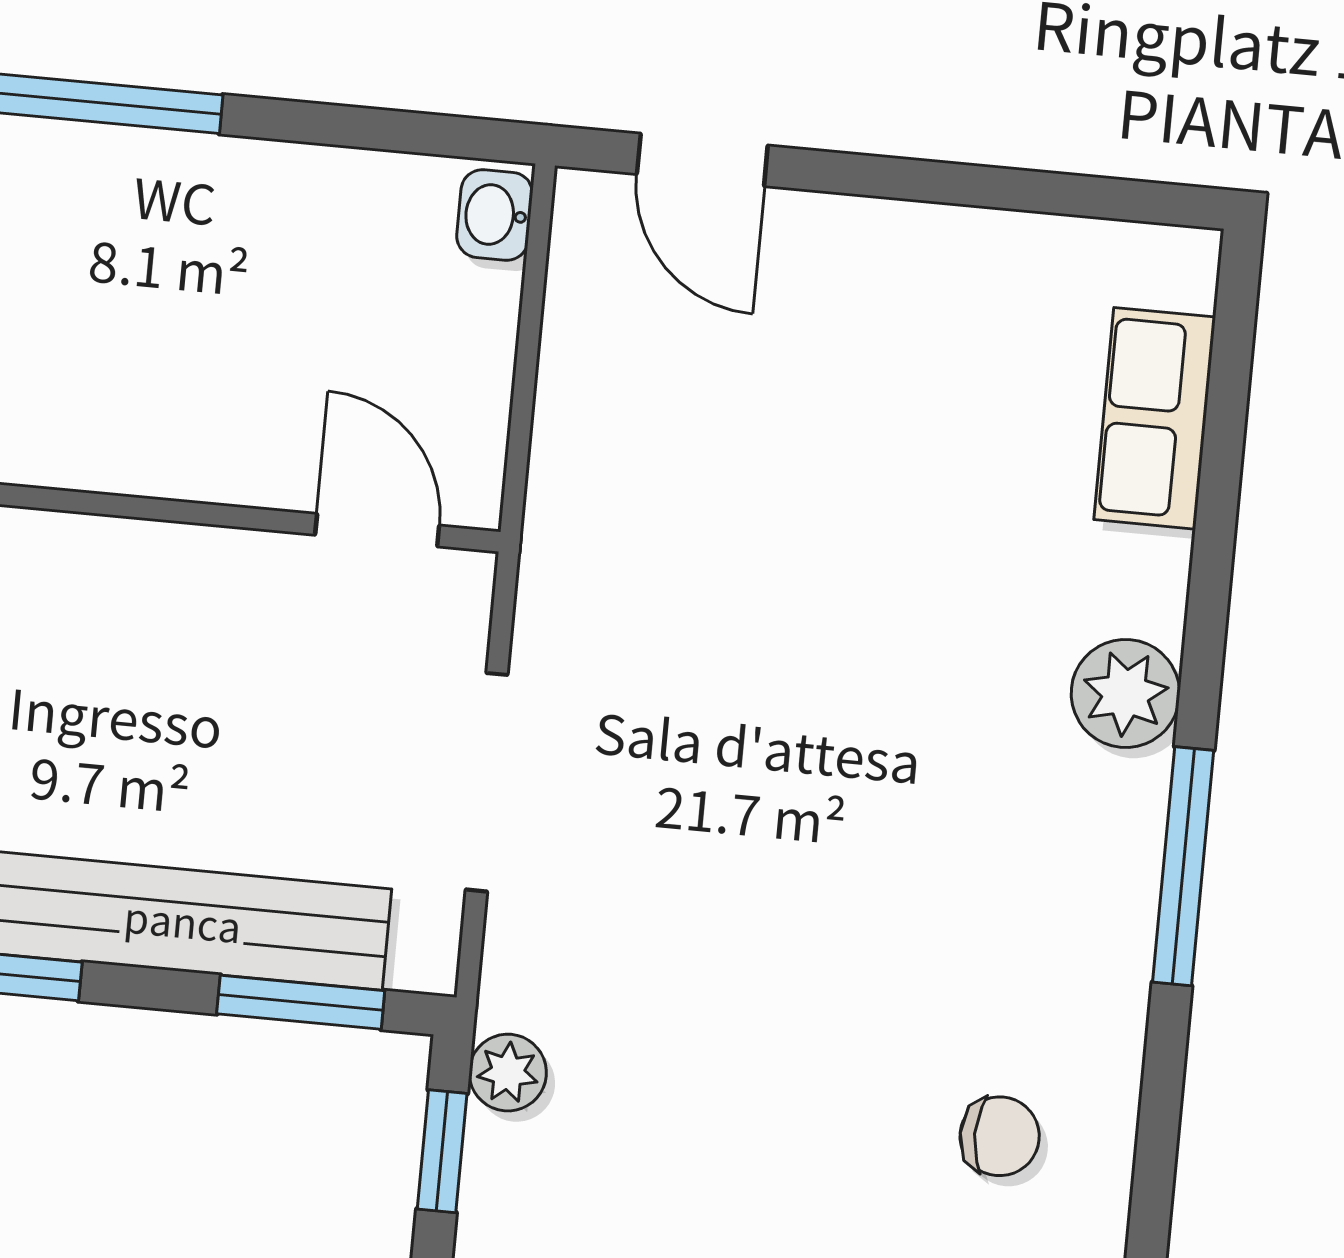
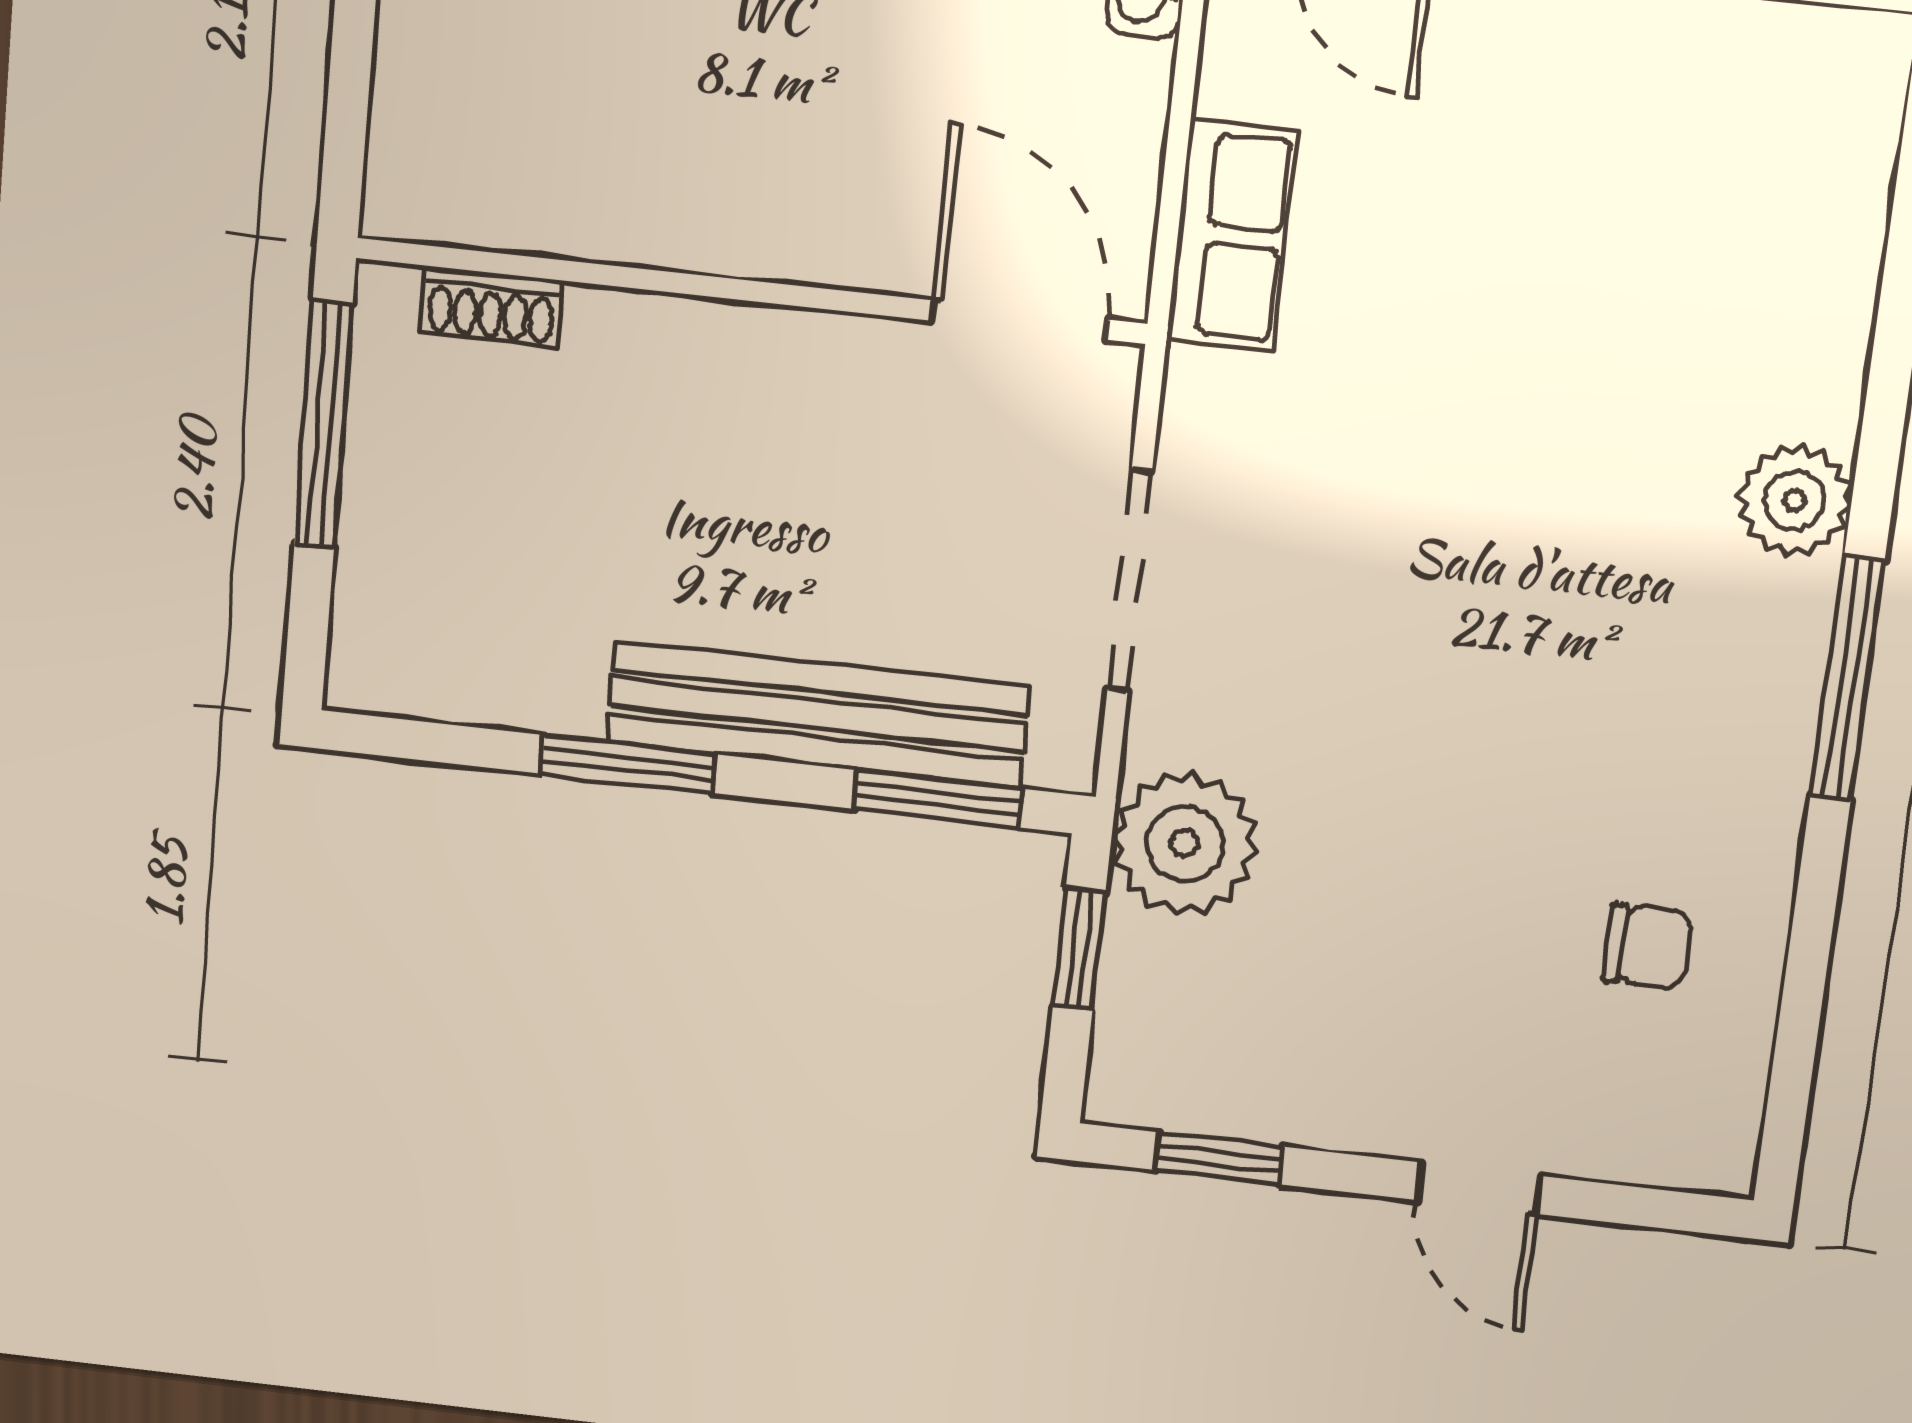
row of seats: (1155, 418) -> (1231, 236), moved, turned 180
door: (377, 530) -> (1020, 320), width x1.38
plant: (508, 1073) -> (1185, 843), width x1.87, depth x1.87

